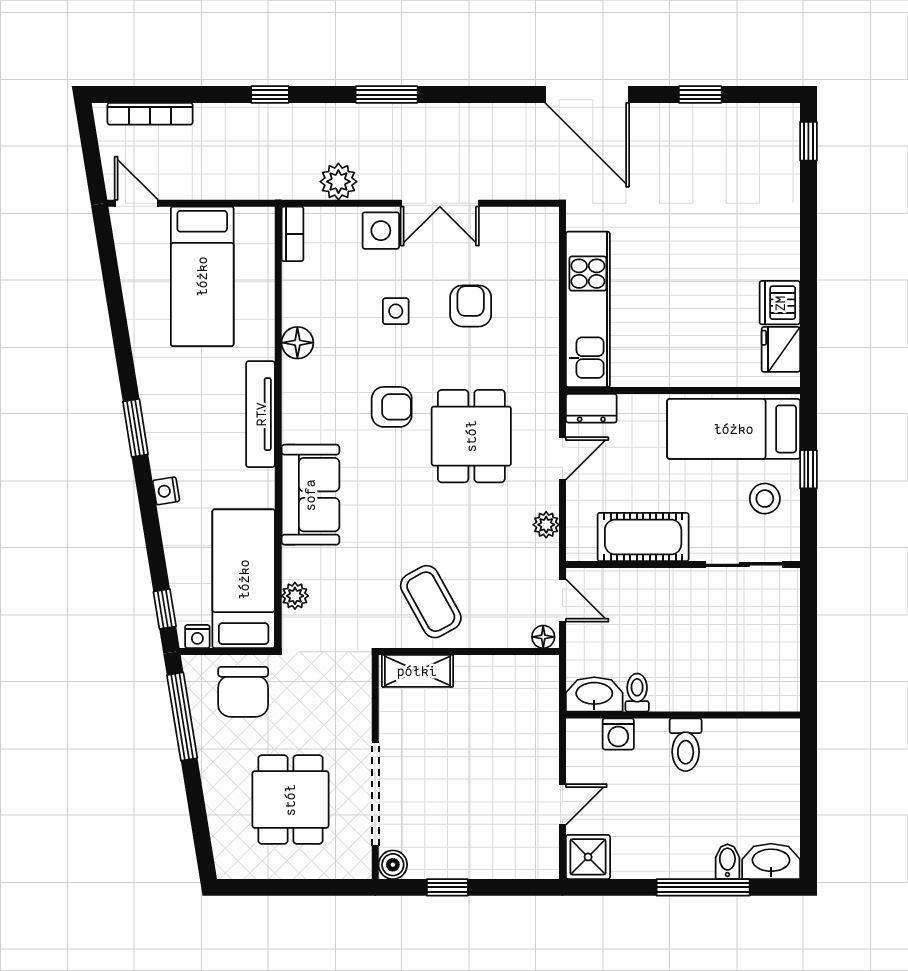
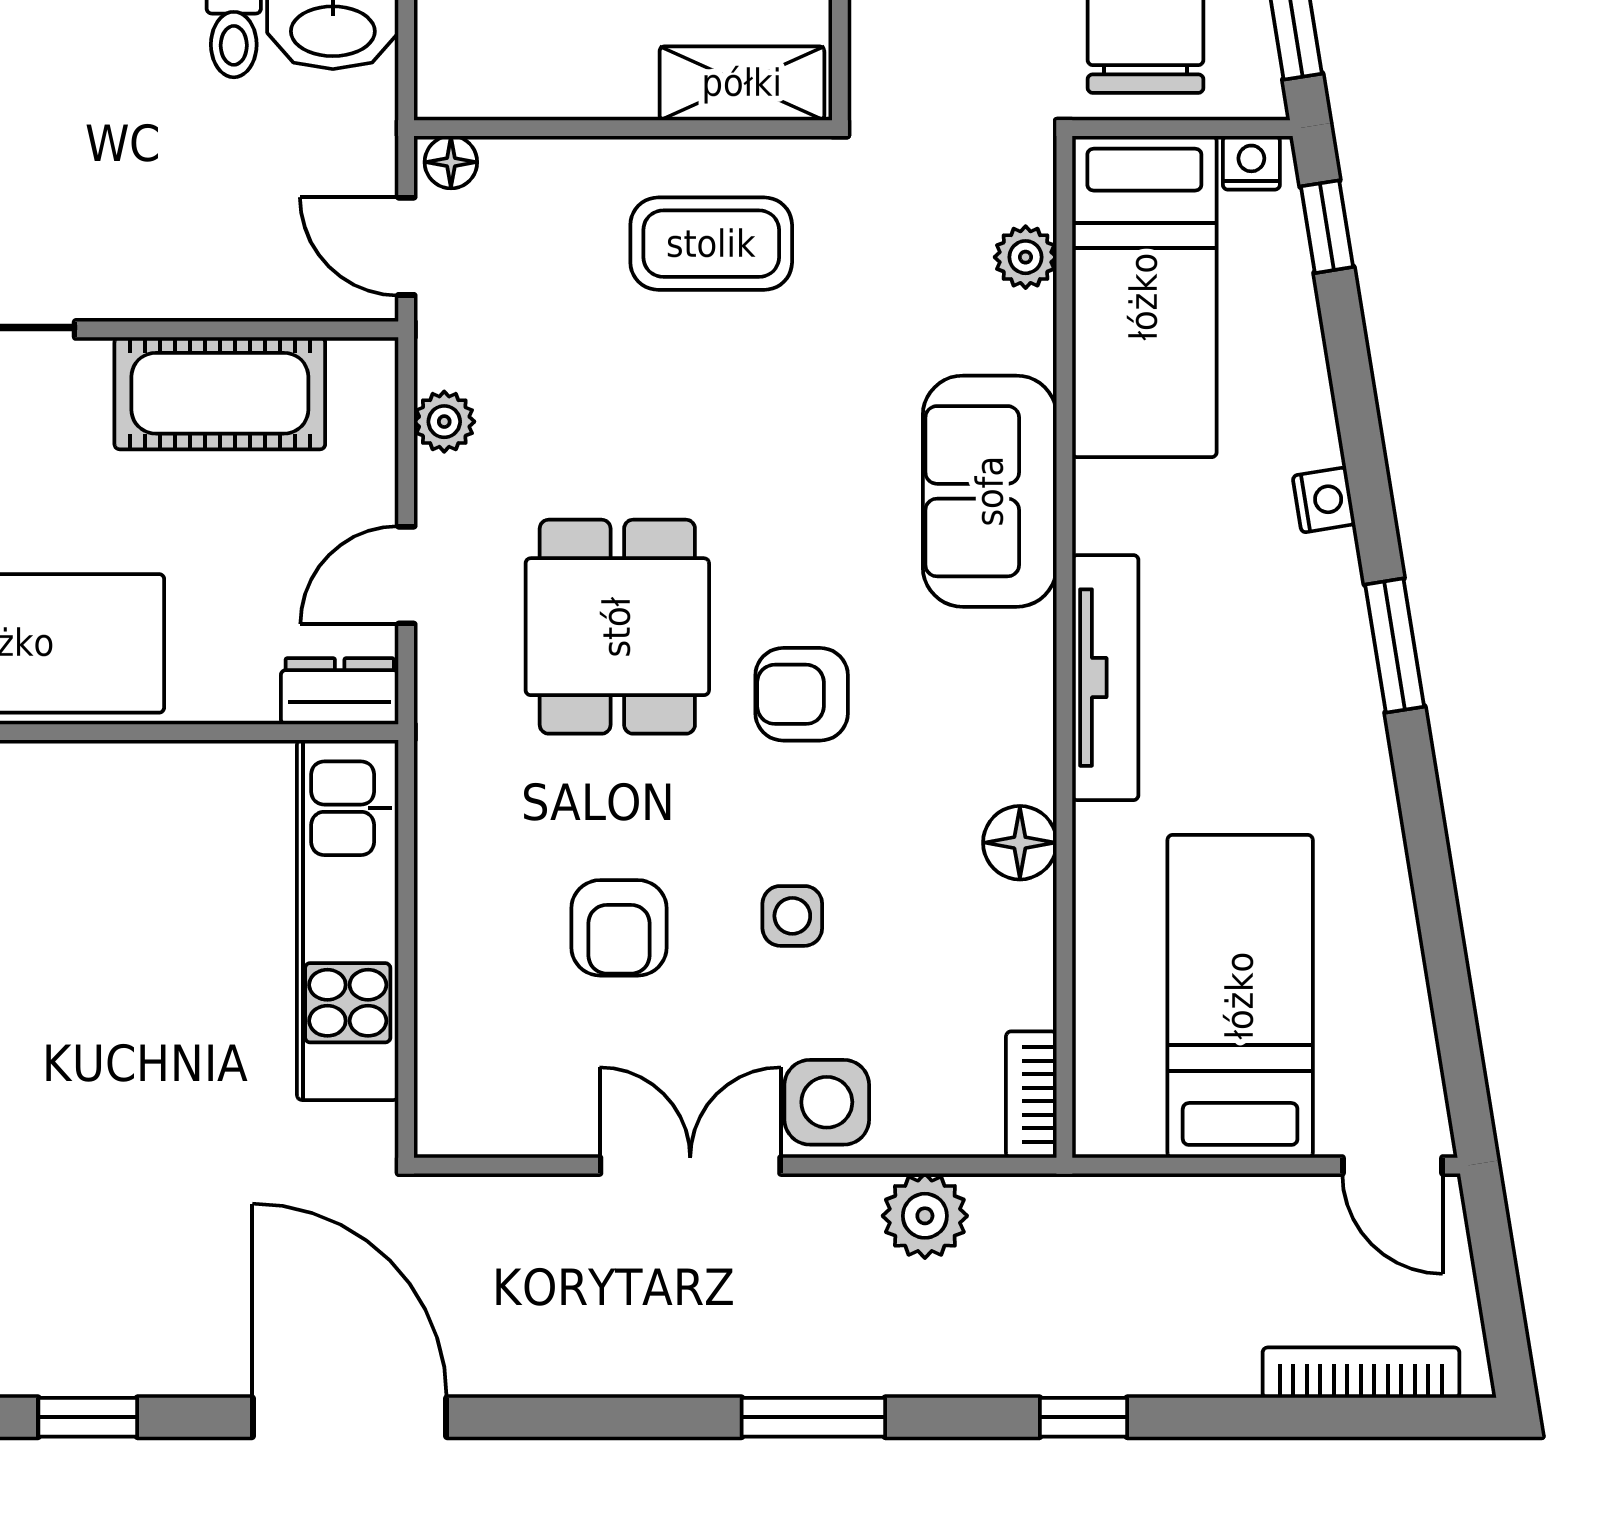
coffee table: (431, 602) -> (711, 244), turned -61

